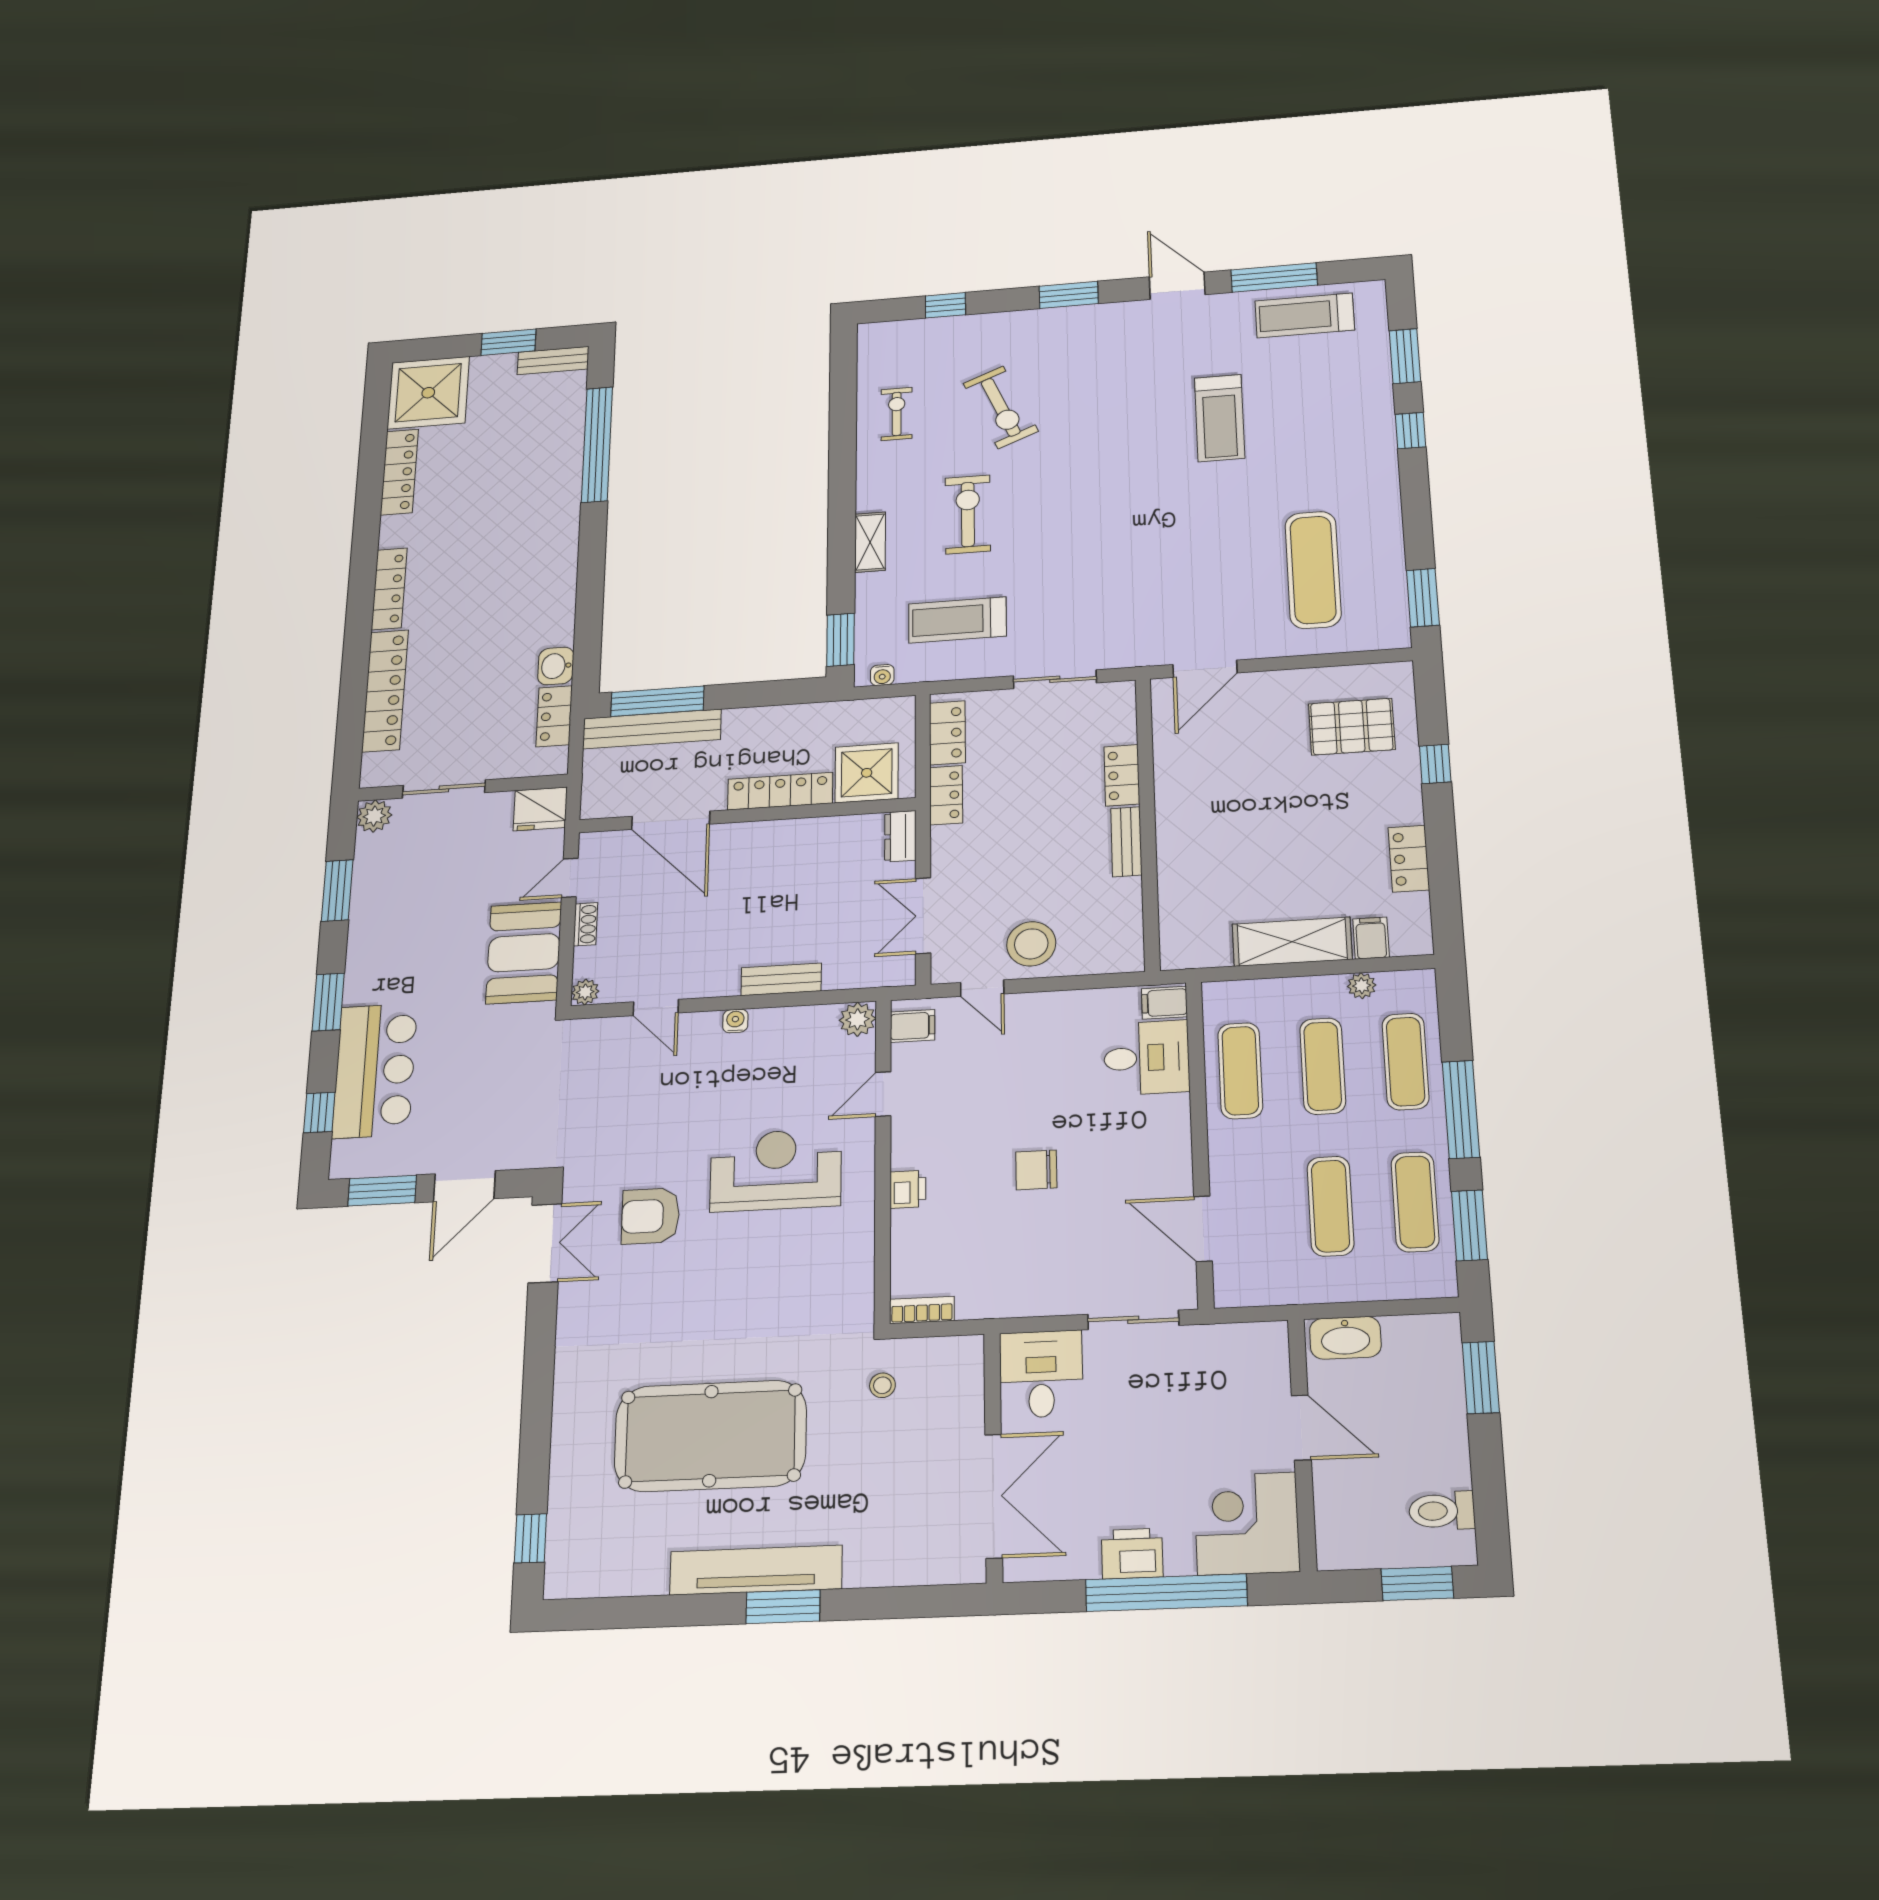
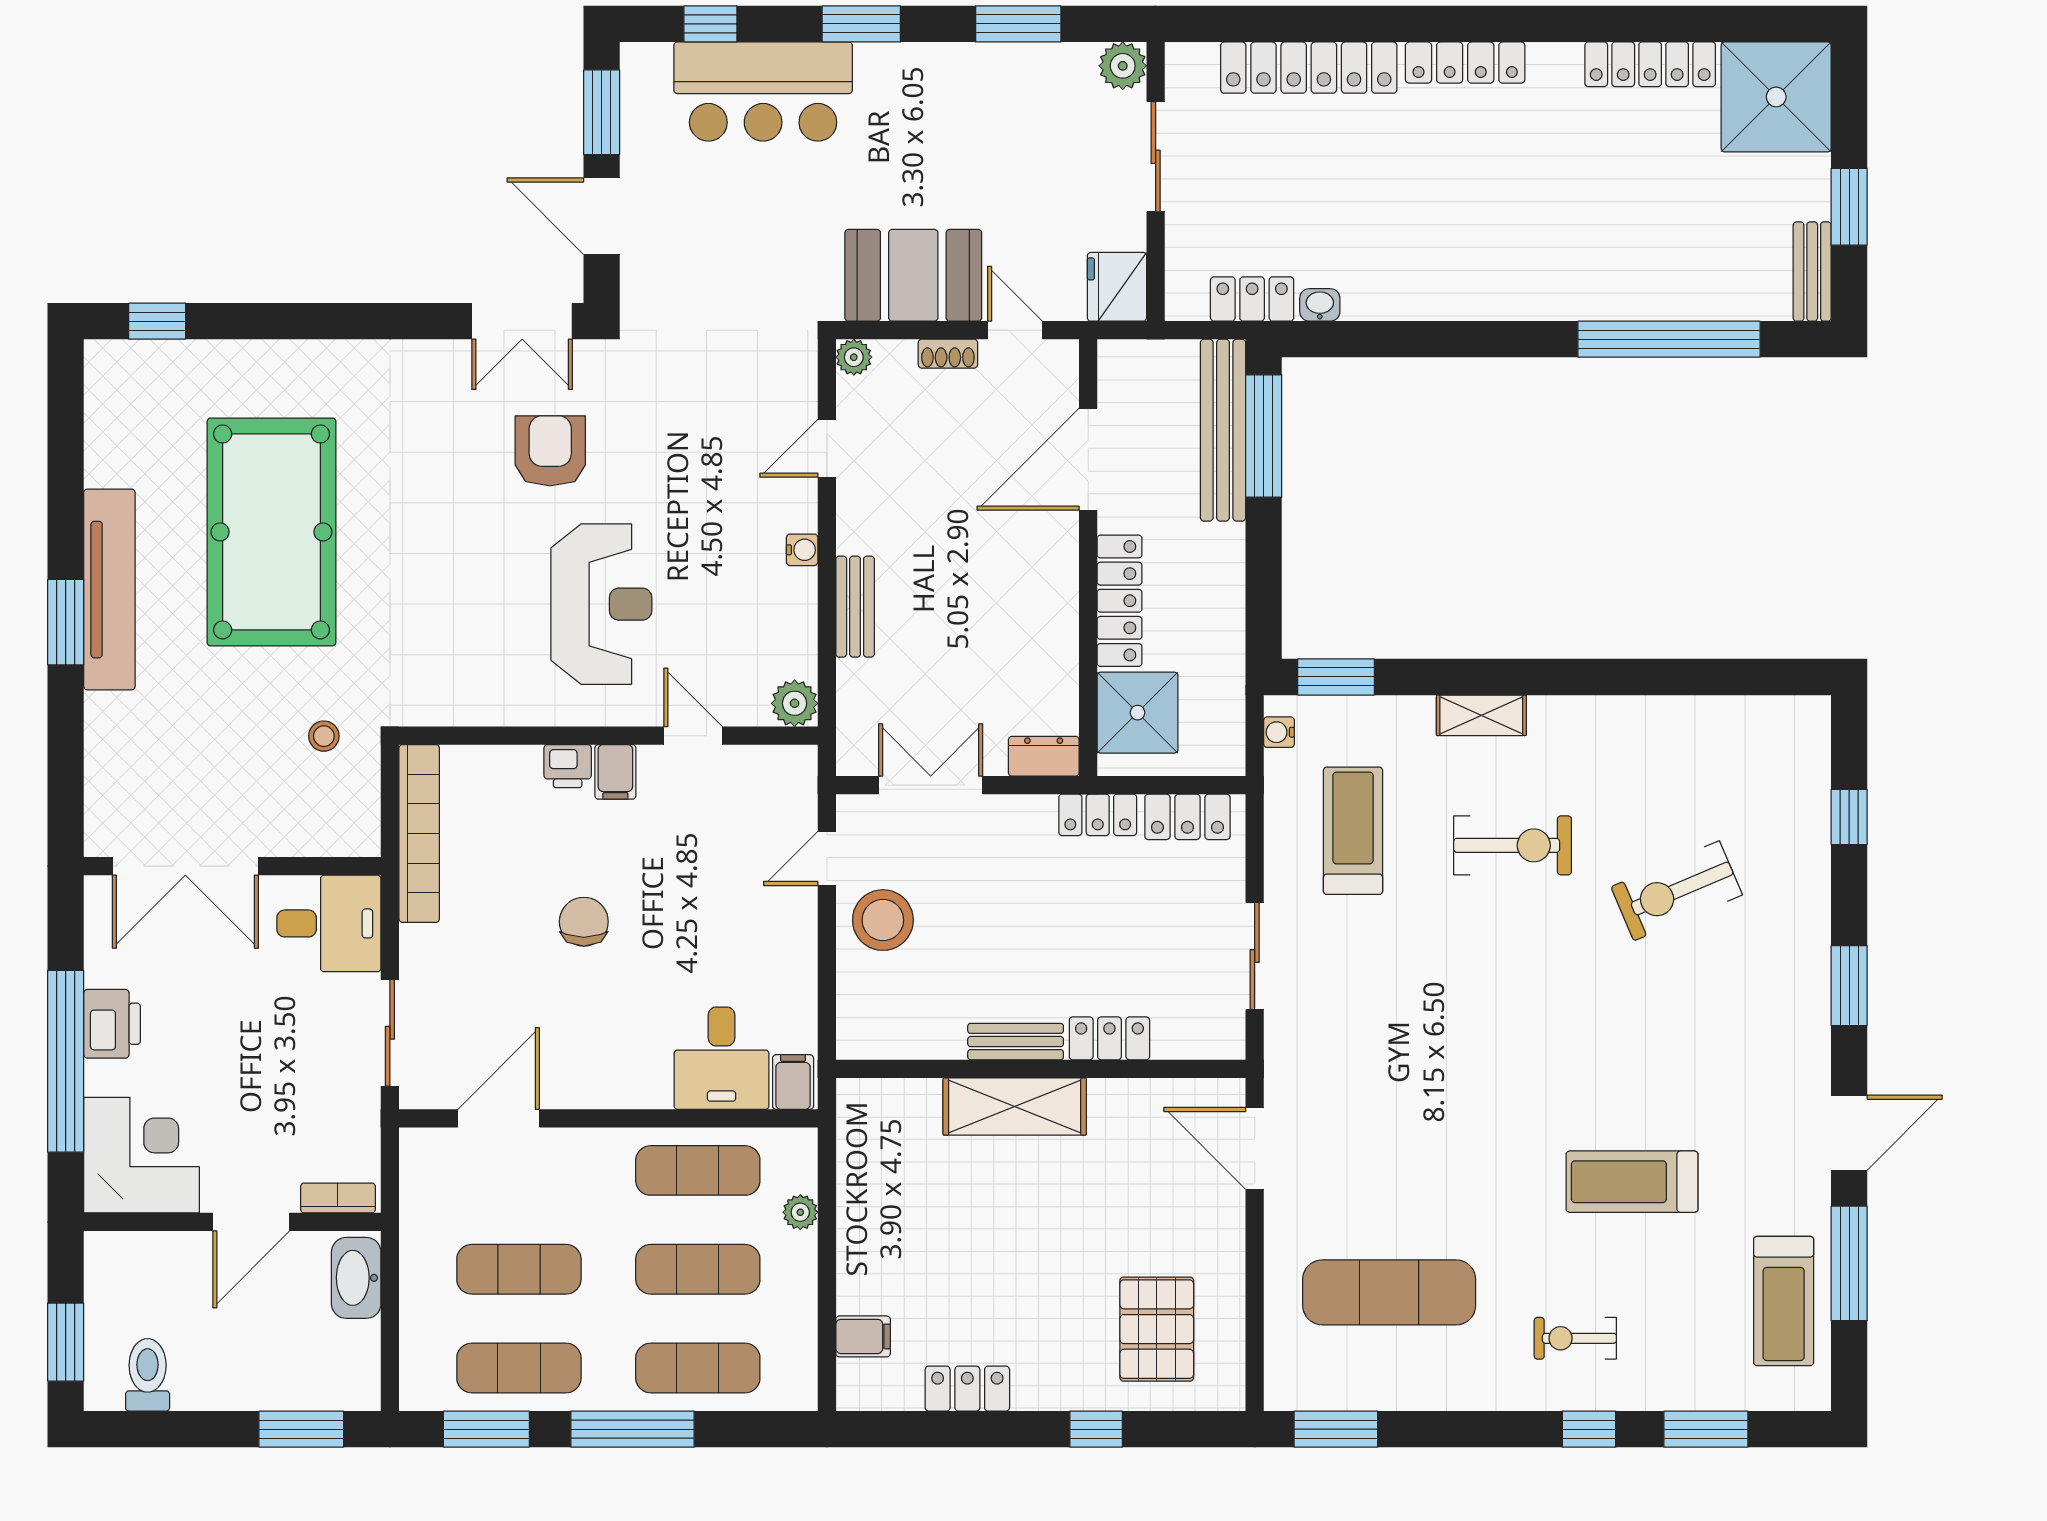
treadmill: (1305, 315) -> (1784, 1301), turned 180
exercise bike: (897, 414) -> (1575, 1338), moved, turned 180
washbasin: (556, 666) -> (1320, 305), width x0.72, depth x0.69
shelving: (1292, 942) -> (1015, 1107), moved, turned 90
plant: (1362, 986) -> (800, 1212), moved
filing cabinet: (913, 1026) -> (615, 772), moved
bookcase: (922, 1310) -> (419, 833), width x2.31, depth x1.31
bookcase: (1277, 1356) -> (338, 1198), added

